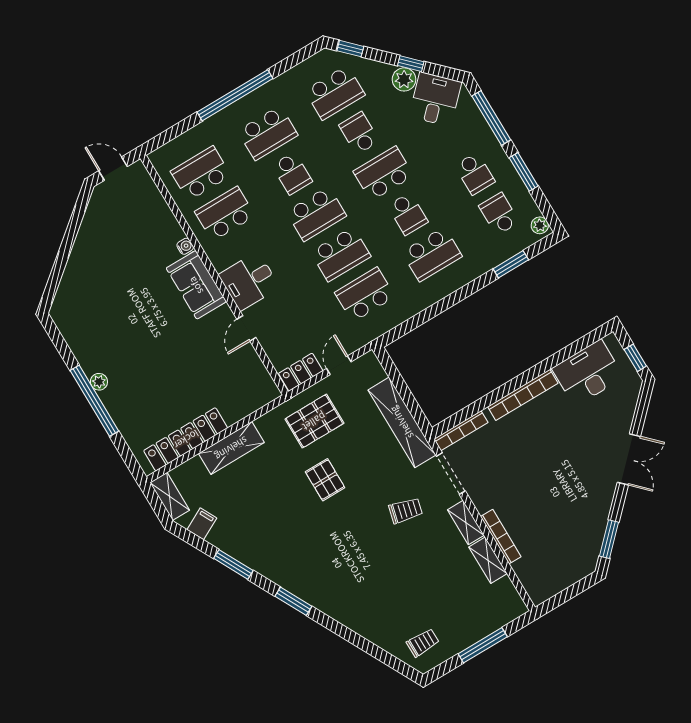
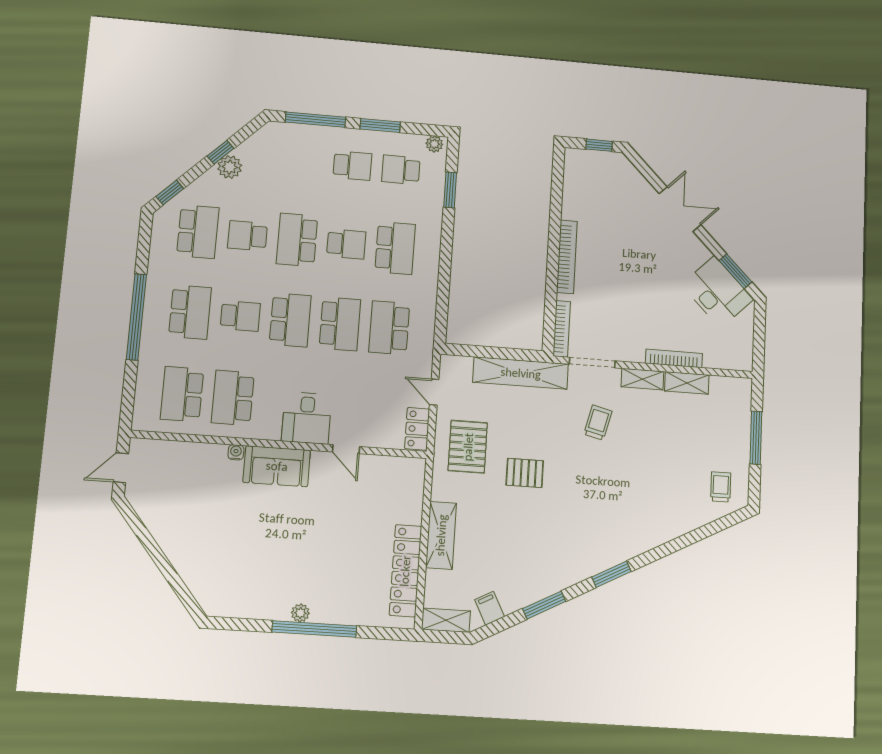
desk: (435, 99) -> (266, 154), removed
desk: (588, 373) -> (717, 292), moved, turned 135

